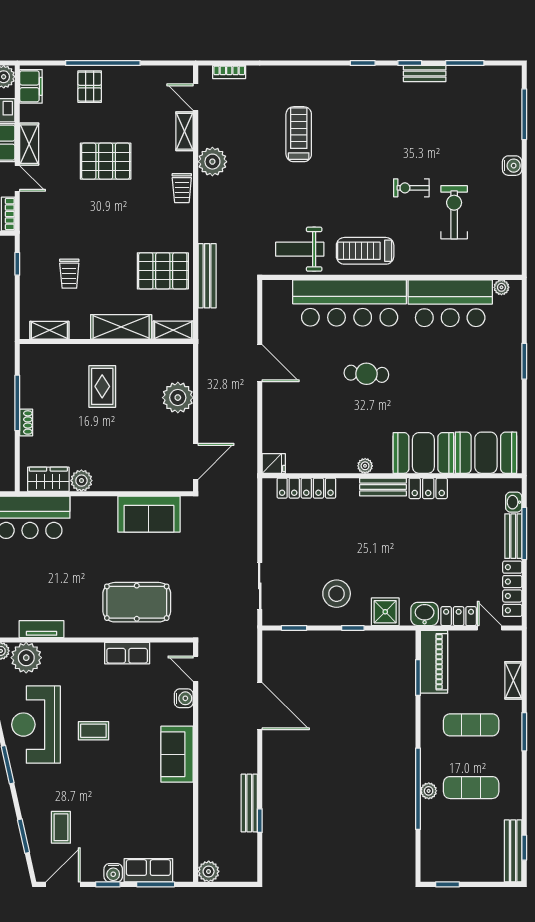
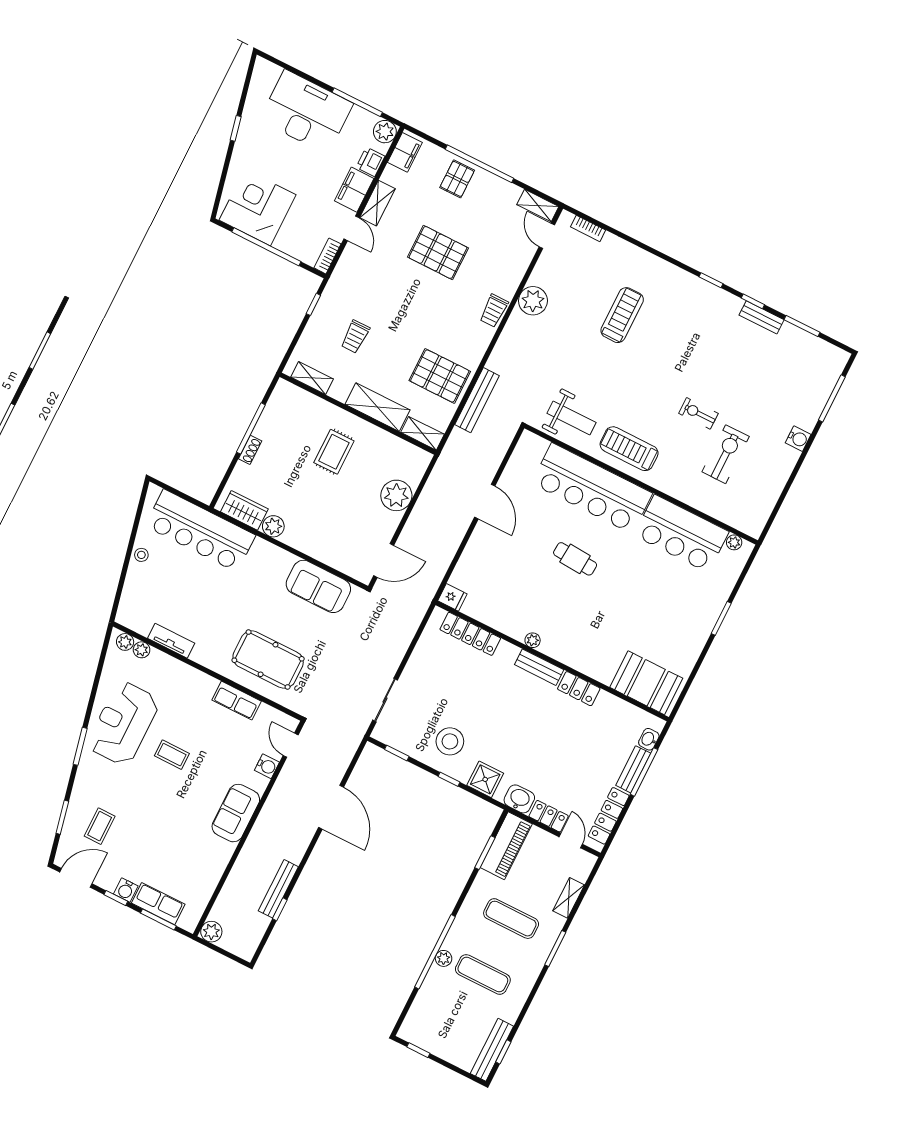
shelving: (185, 131) -> (538, 206), moved, turned 90
weight bench: (300, 249) -> (571, 418), turned 180
booth: (423, 453) -> (590, 655), removed
plant: (26, 658) -> (142, 650), width x0.53, depth x0.53

